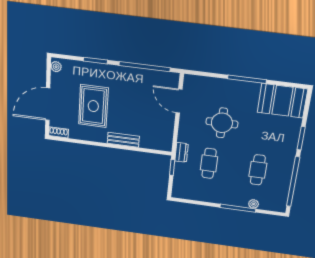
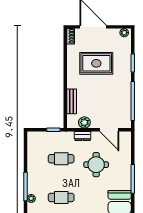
door: (179, 101) -> (109, 130), swing flipped
plant: (167, 130) -> (84, 122), added
bench: (123, 140) -> (72, 101), moved
dresser: (182, 152) -> (83, 136), moved

